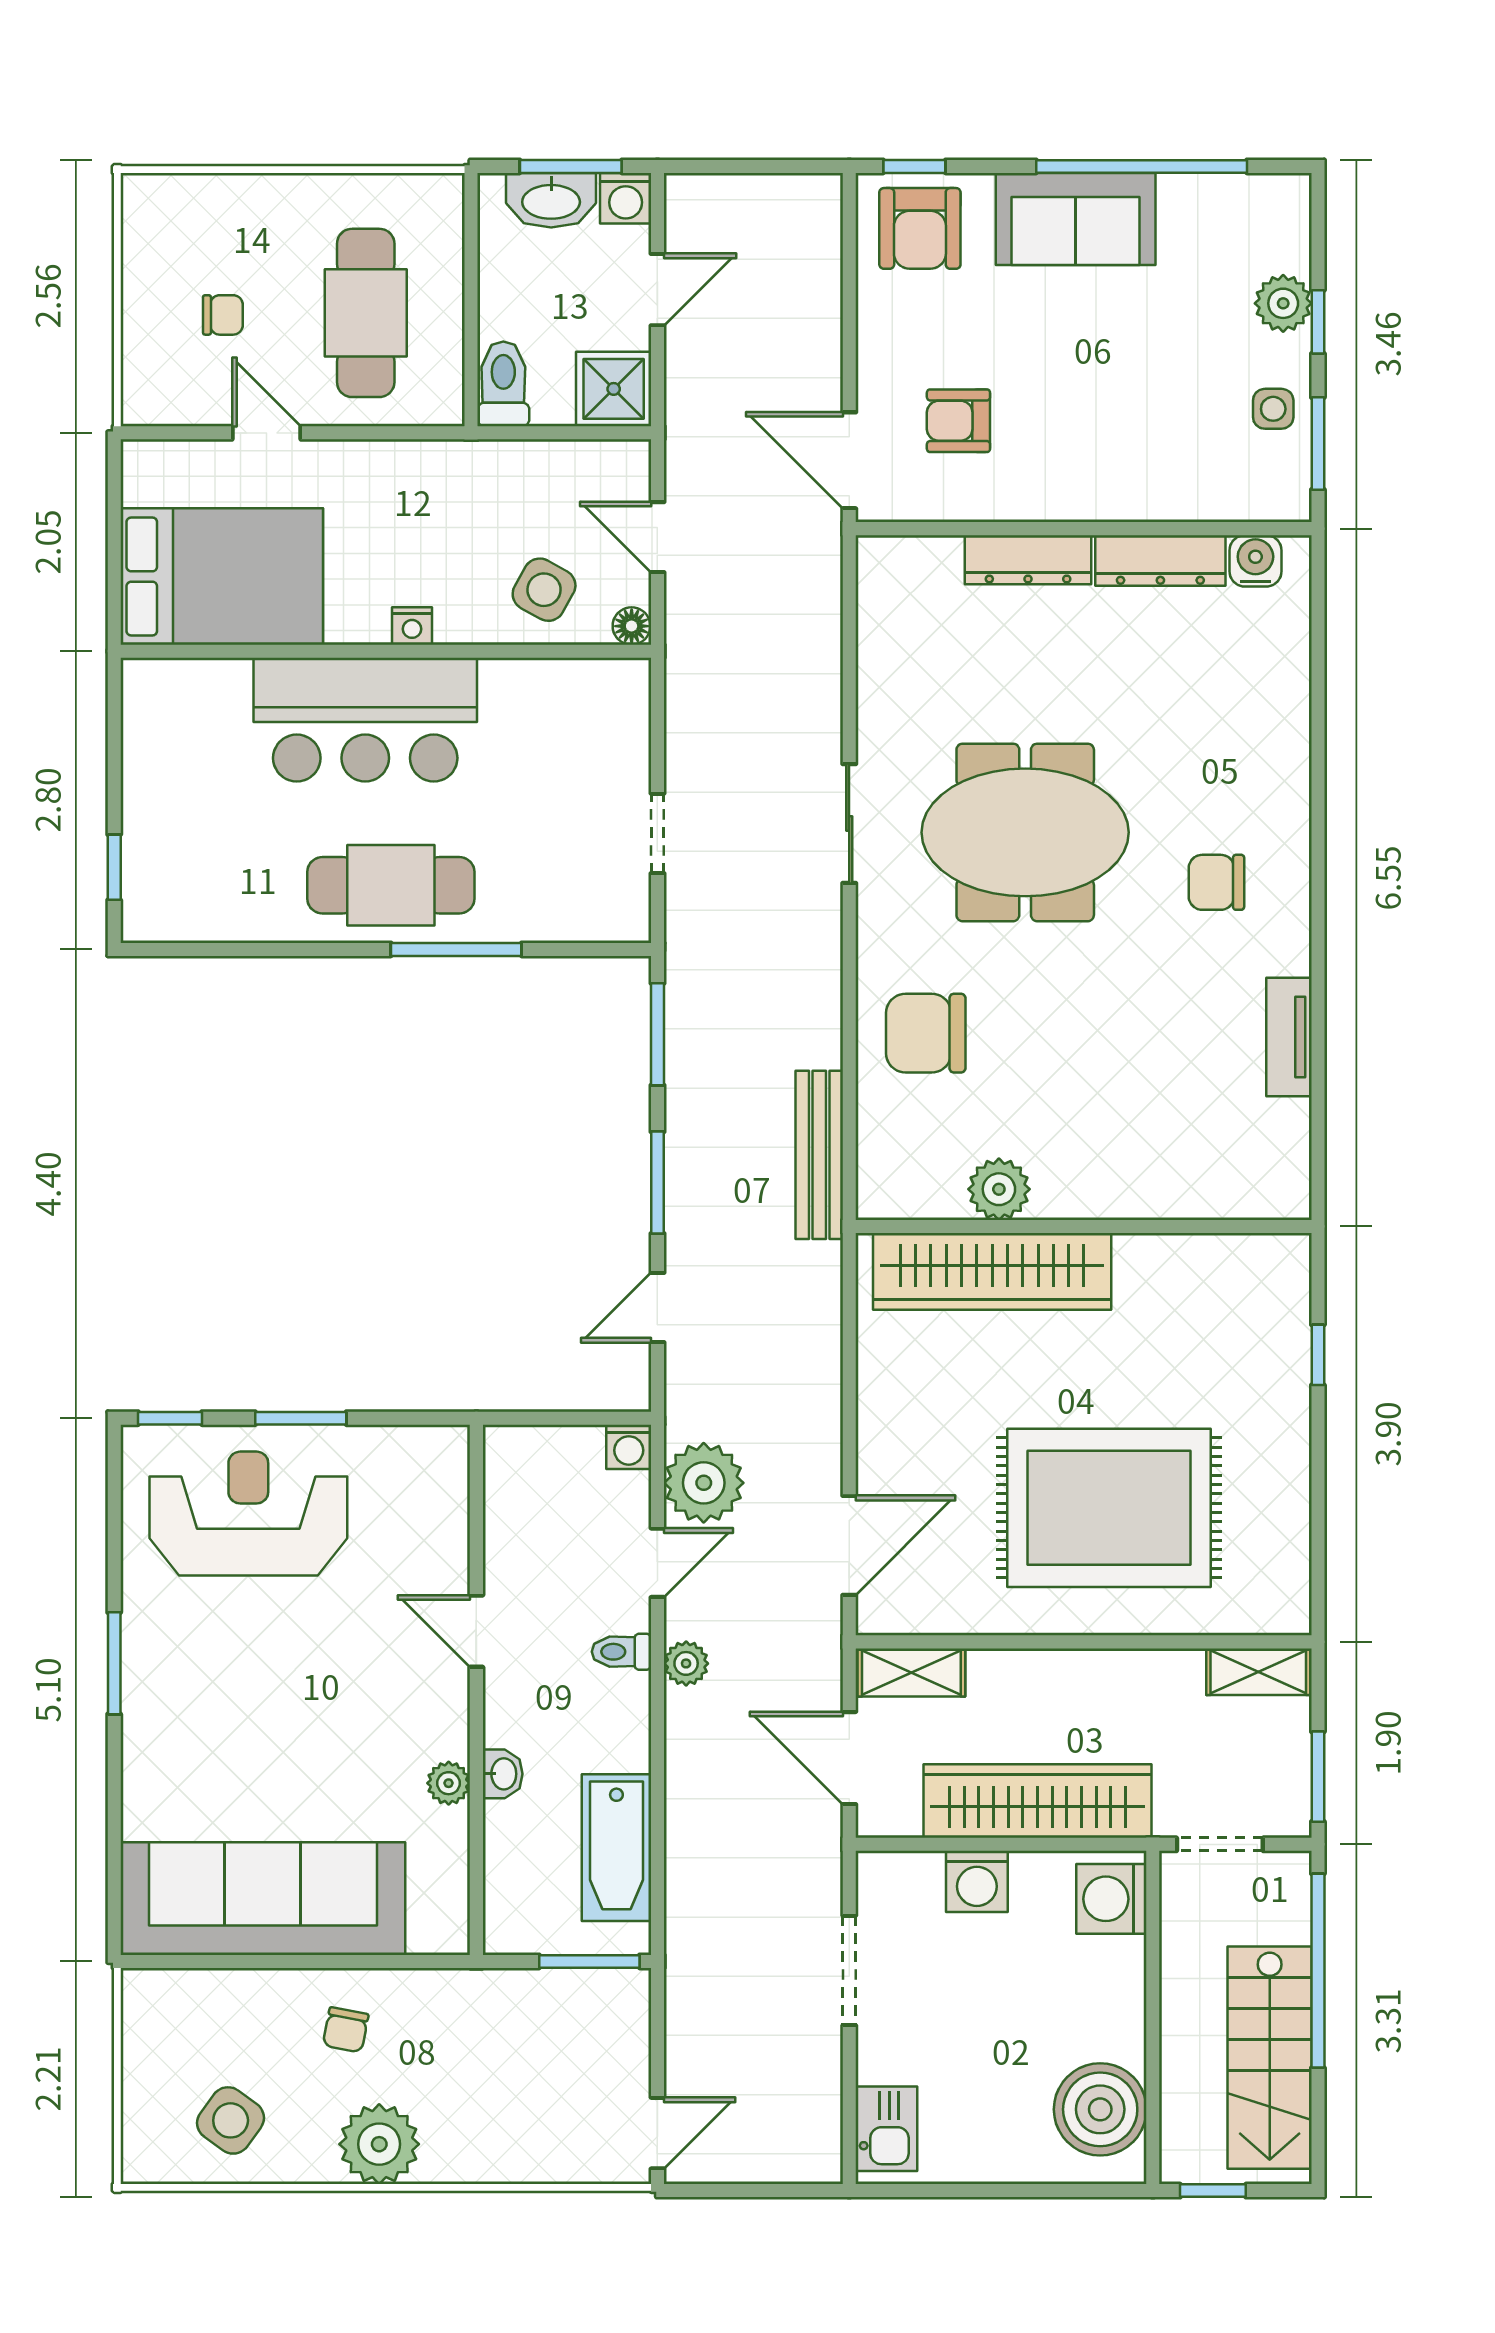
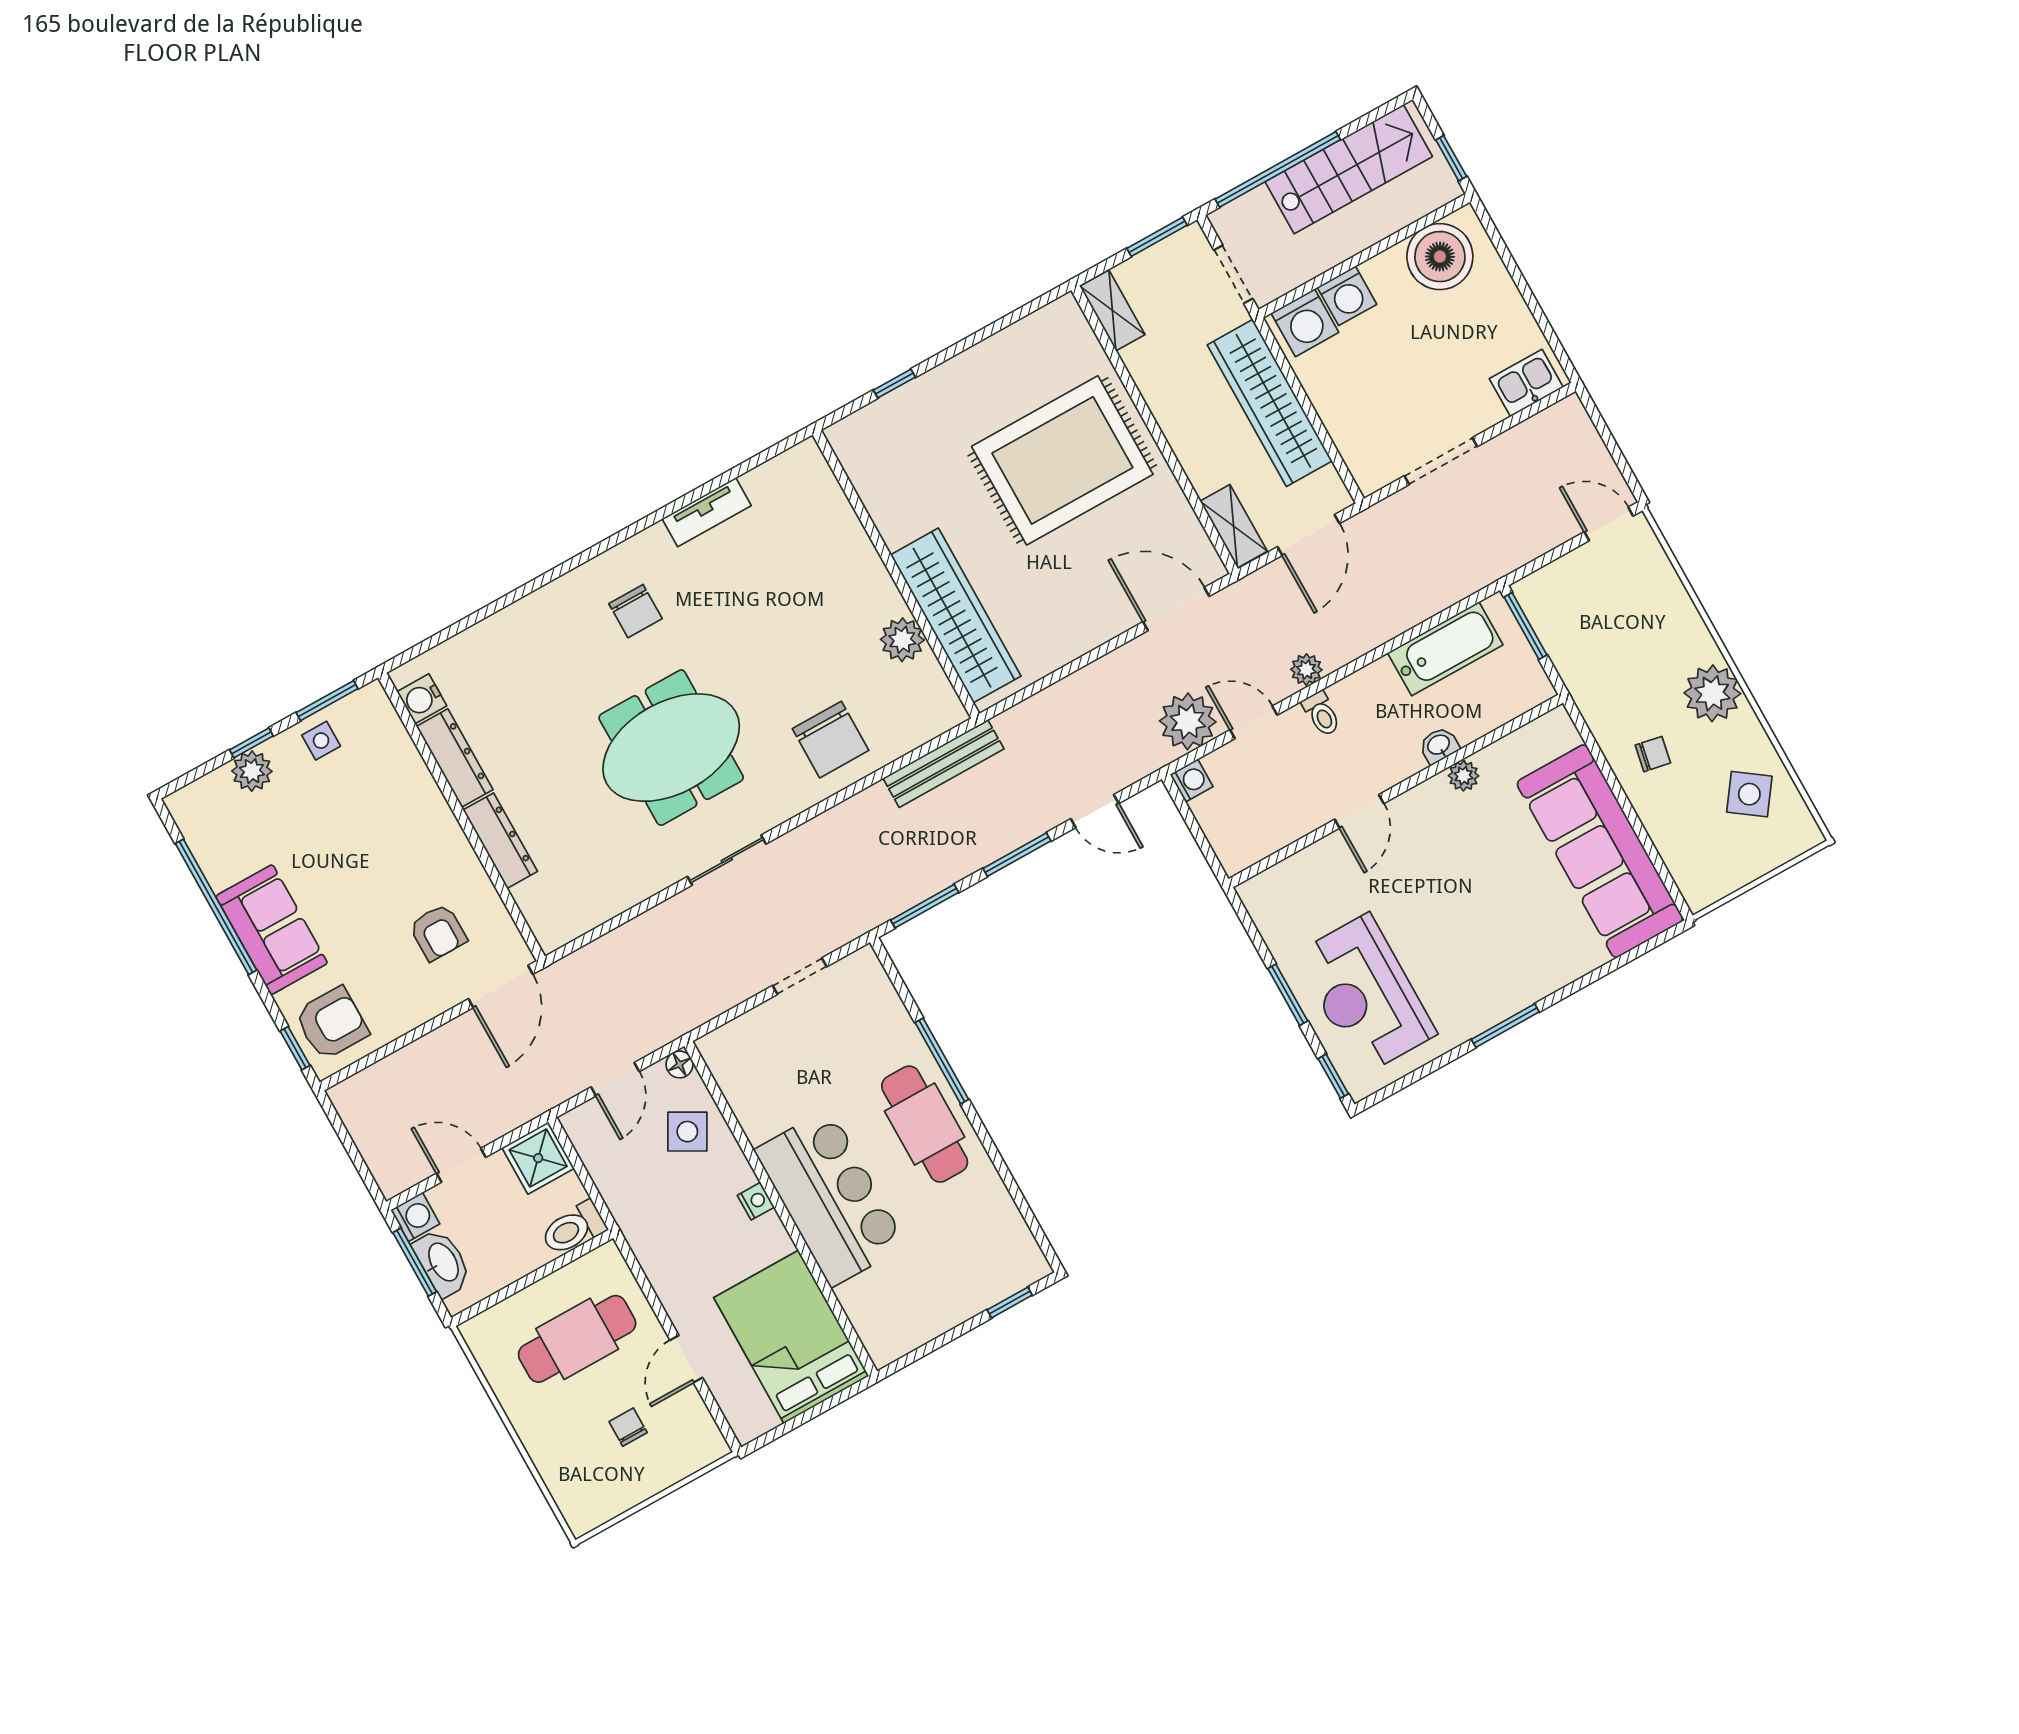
meeting table: (1025, 832) -> (671, 748), turned 90
rug: (1109, 1508) -> (1062, 460), turned 90
washing machine: (977, 1881) -> (1347, 296), moved, turned 90

